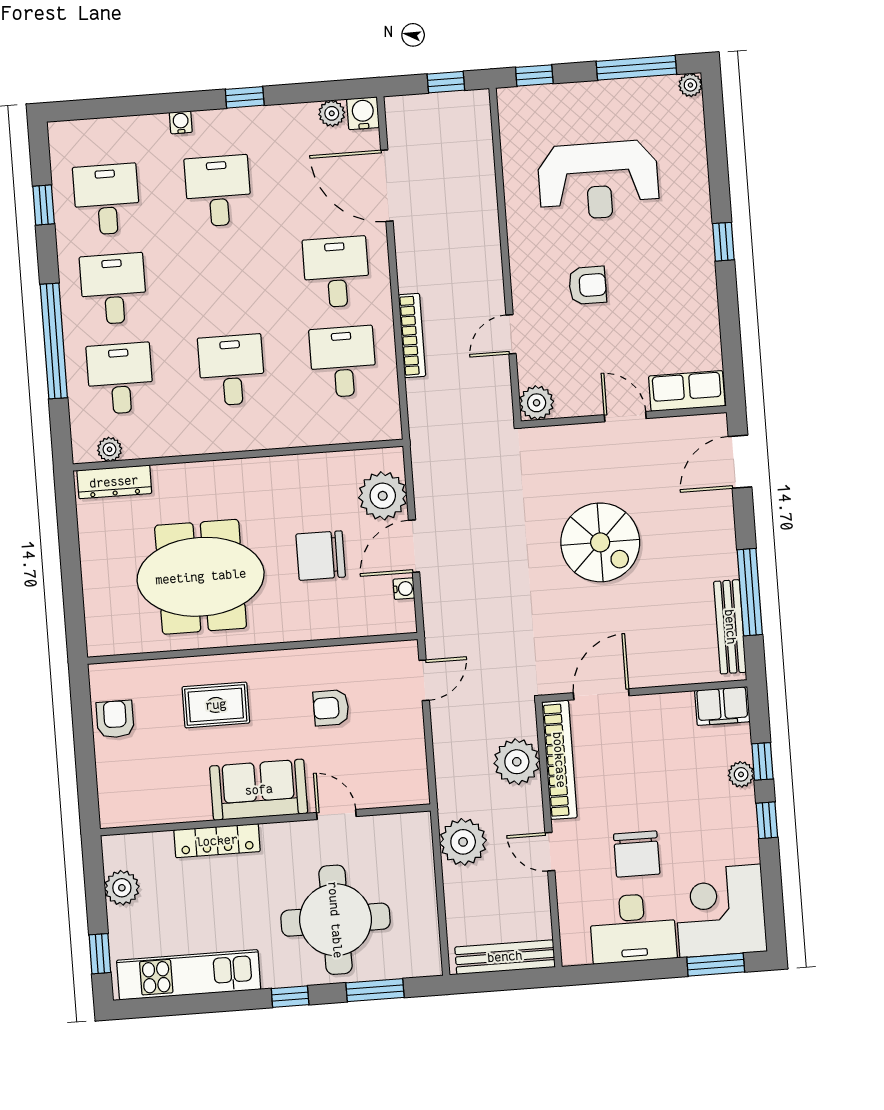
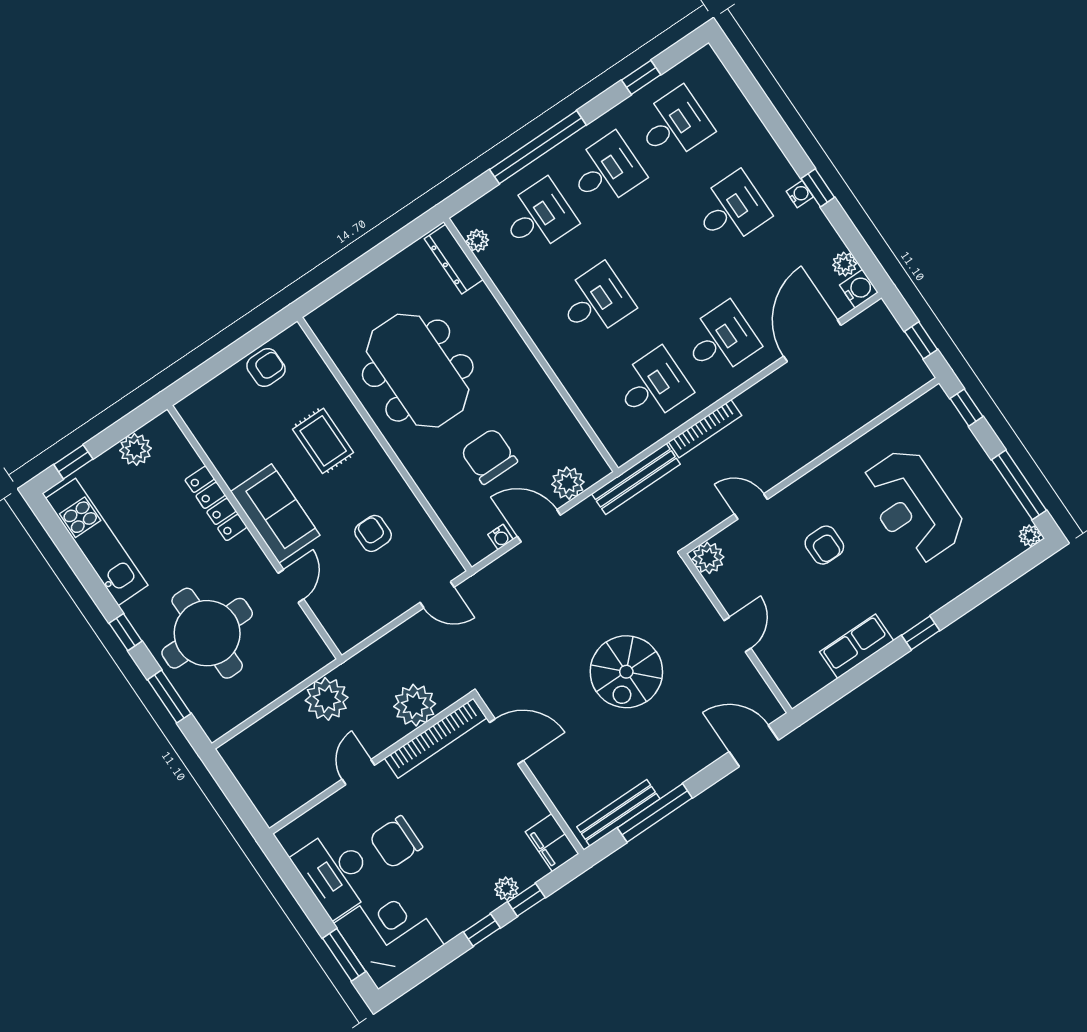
water cooler: (181, 122) -> (800, 194), moved
row of seats: (687, 391) -> (857, 646), moved, turned -90
plant: (383, 496) -> (568, 483), width x0.73, depth x0.73
bench: (505, 957) -> (636, 479), moved, turned 90

